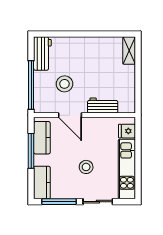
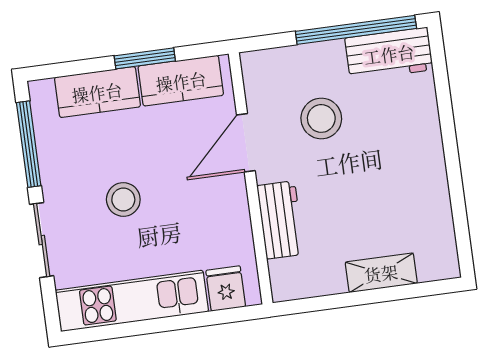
shelving: (129, 51) -> (381, 273), moved
window: (31, 85) -> (356, 30), moved
window: (31, 151) -> (145, 58), width x0.69
kitchen counter: (42, 183) -> (97, 92), moved

